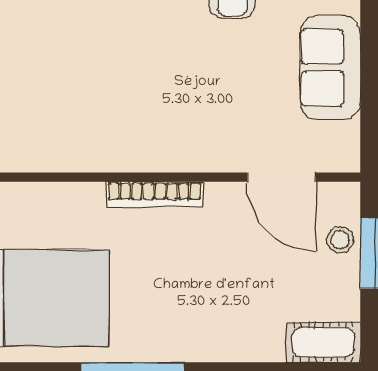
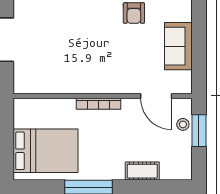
cot: (323, 342) -> (142, 171), moved

